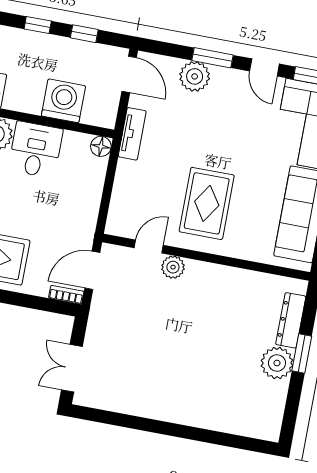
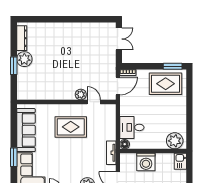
desk: (36, 150) -> (132, 127), moved, turned 90
rug: (207, 203) -> (71, 127), turned 90
door: (149, 246) -> (94, 102), swing flipped
dresser: (291, 320) -> (22, 38), moved

